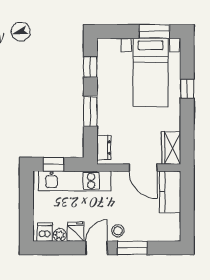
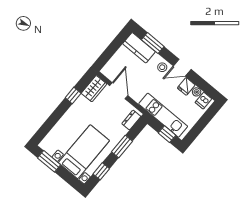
bed with nightstands: (151, 72) -> (84, 152), moved
window: (187, 89) -> (73, 96), moved
kitchen counter: (170, 192) -> (139, 48), moved, turned 90
window: (132, 248) -> (153, 43), moved

